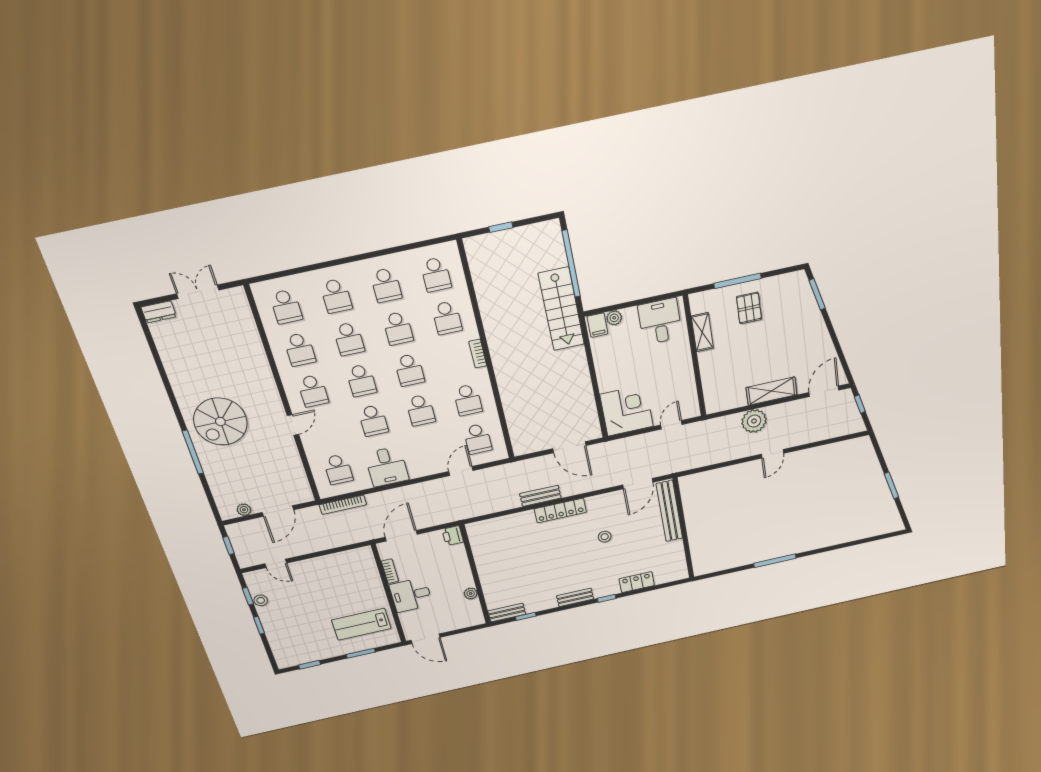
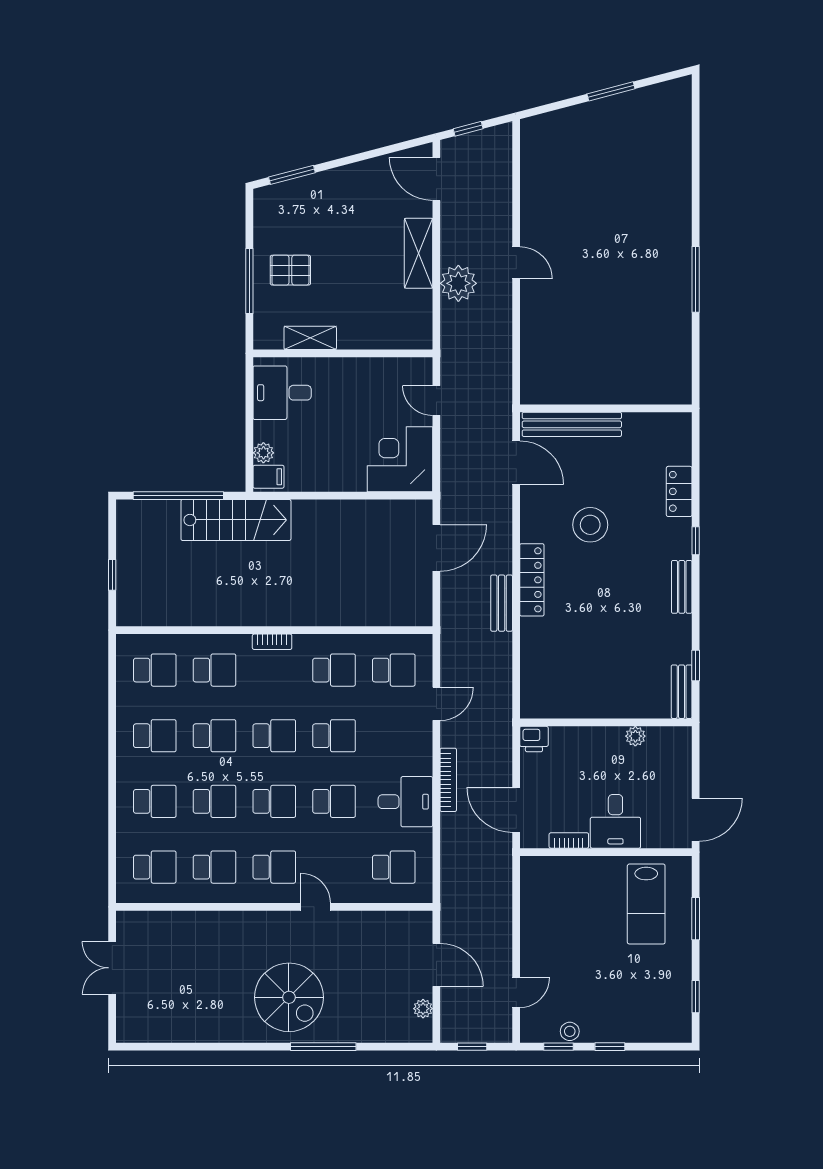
dresser: (159, 312) -> (127, 1023), removed
door: (461, 471) -> (436, 704), swing flipped
bookcase: (343, 505) -> (448, 780), moved
stool: (605, 537) -> (590, 525), width x1.89, depth x1.89

